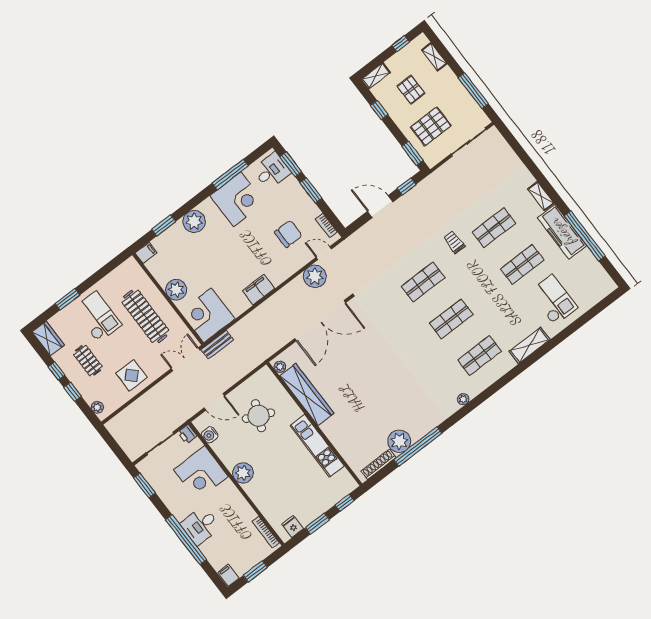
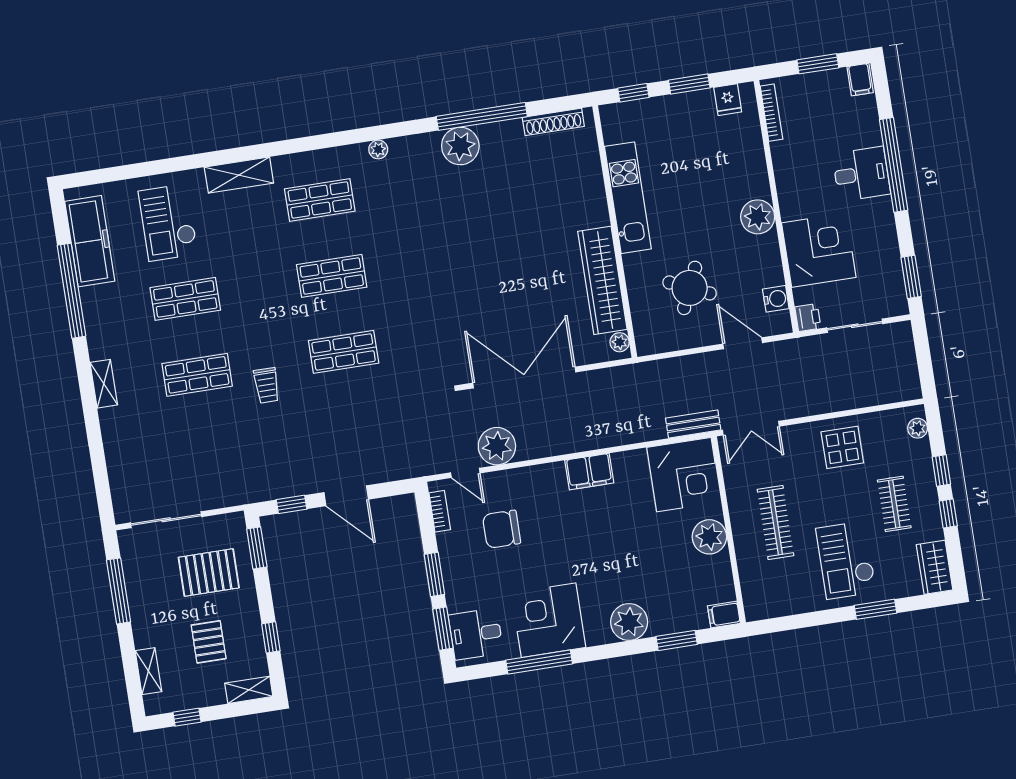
freezer: (562, 232) -> (90, 241), moved
clothes rail: (145, 316) -> (775, 522), width x0.73, depth x0.76
plant: (399, 441) -> (460, 146), moved

